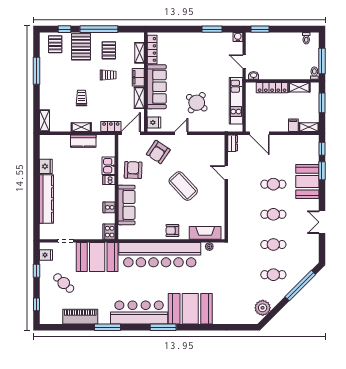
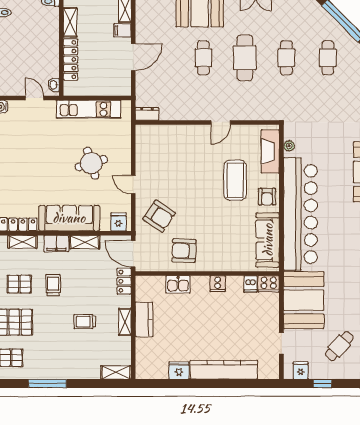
door: (244, 61) -> (35, 98), swing flipped
round table: (197, 103) -> (91, 163), turned 36
door: (259, 133) -> (133, 57), moved
door: (226, 173) -> (221, 122), moved
dishwasher: (109, 180) -> (250, 284), moved
coffee table: (183, 186) -> (235, 180), moved, turned -47
sofa: (126, 205) -> (268, 240), moved, turned -90
cooker: (109, 207) -> (218, 284), moved
cafe table: (273, 214) -> (245, 58), width x1.37, depth x1.35

